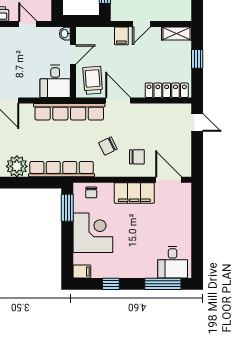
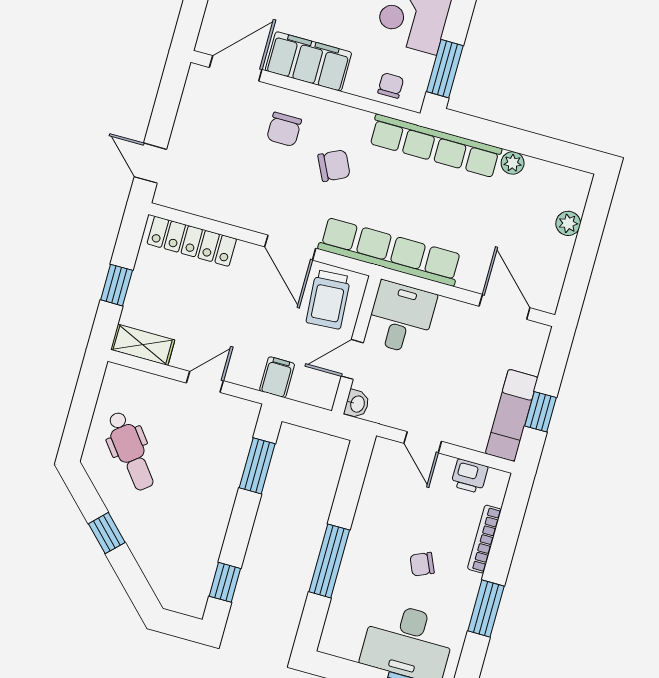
filing cabinet: (121, 36) -> (277, 377), moved
chair: (137, 157) -> (284, 129), turned -90
plant: (17, 166) -> (513, 163), width x0.53, depth x0.53
door: (169, 180) -> (236, 68), swing flipped

